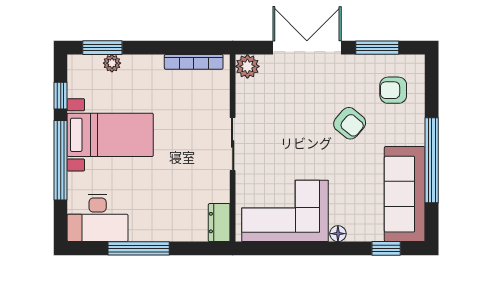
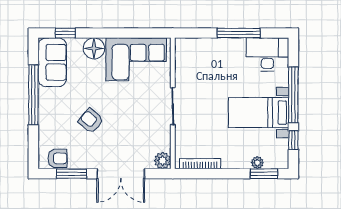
armchair: (393, 90) -> (58, 158), moved
sofa: (405, 194) -> (52, 62), width x0.73
dresser: (219, 223) -> (182, 51), removed
floor lamp: (338, 234) -> (94, 48), width x1.89, depth x1.89

